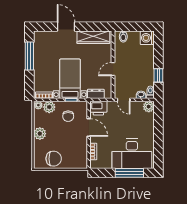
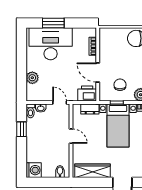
door: (113, 69) -> (71, 136), hinge flipped
plant: (149, 107) -> (32, 78), moved
window: (129, 173) -> (53, 23), width x0.69

